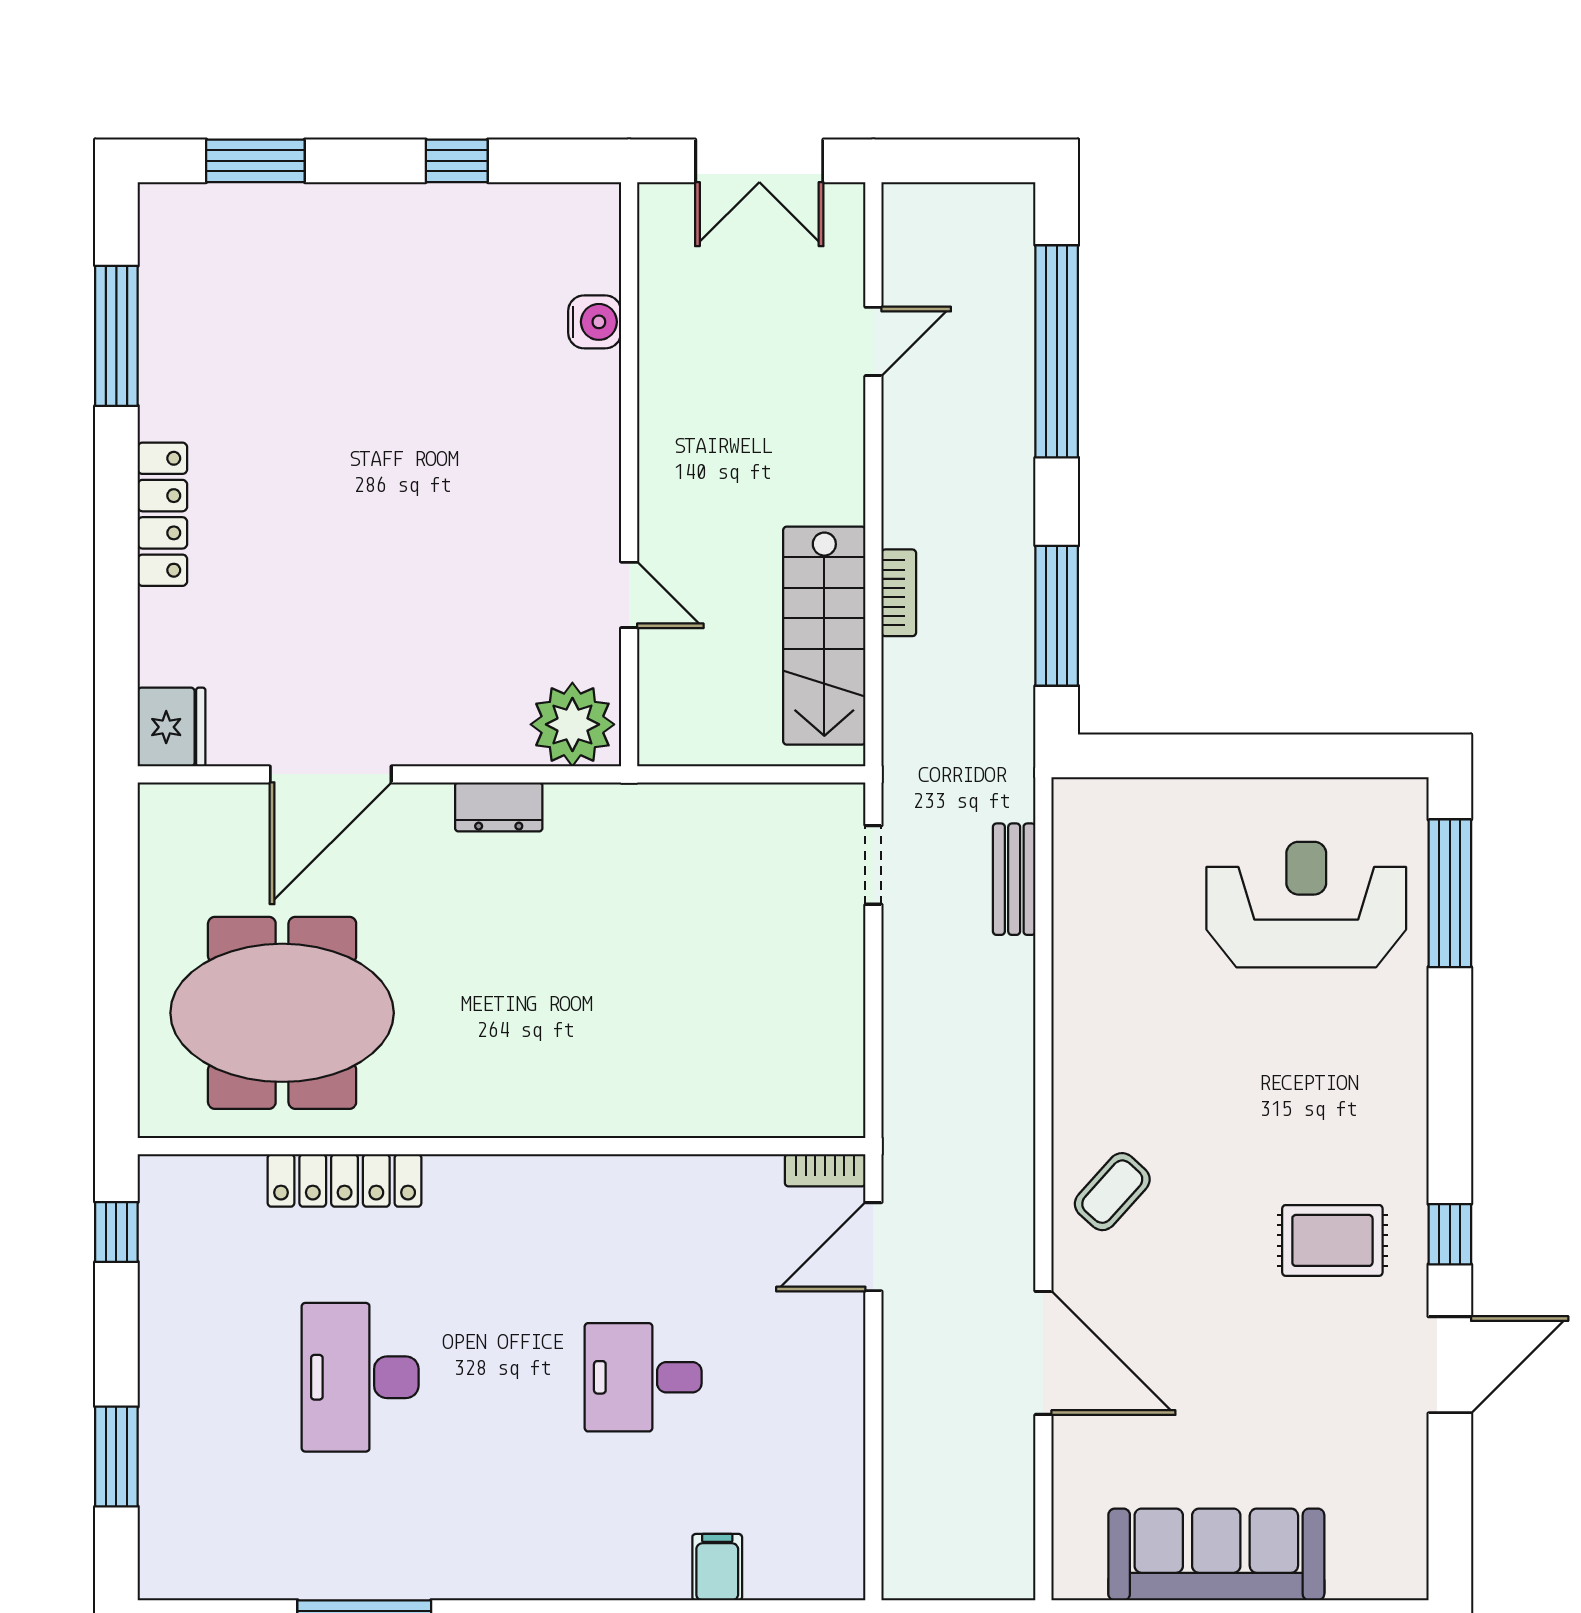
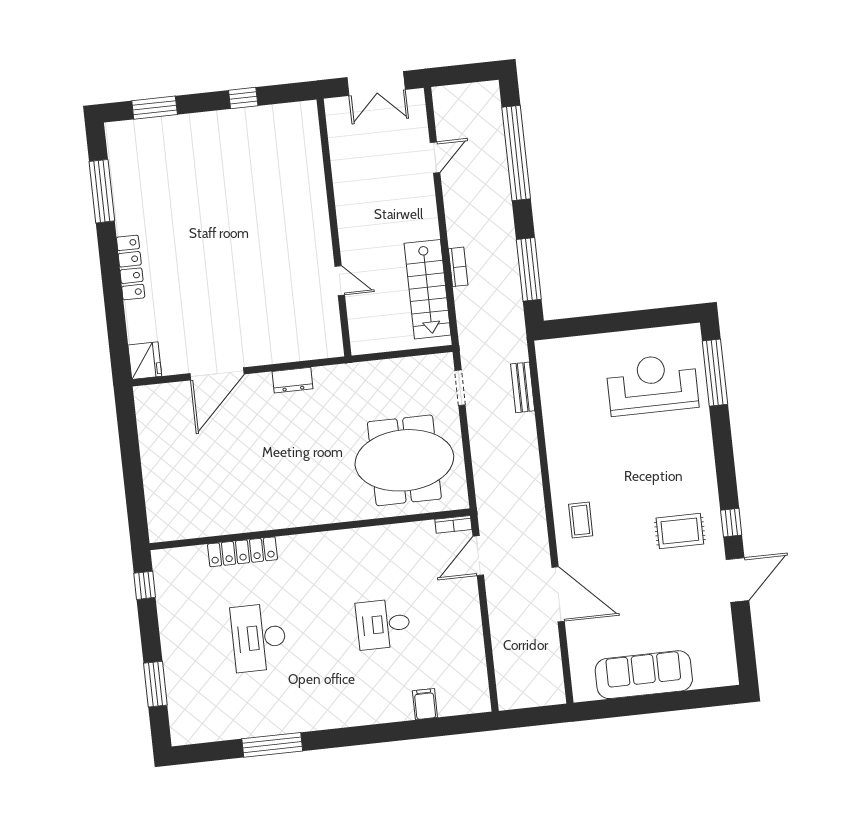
water cooler: (595, 322) -> (311, 162), removed
plant: (572, 724) -> (321, 340), removed
meeting table: (282, 1013) -> (404, 460), moved
coffee table: (1112, 1192) -> (581, 520), turned -42

